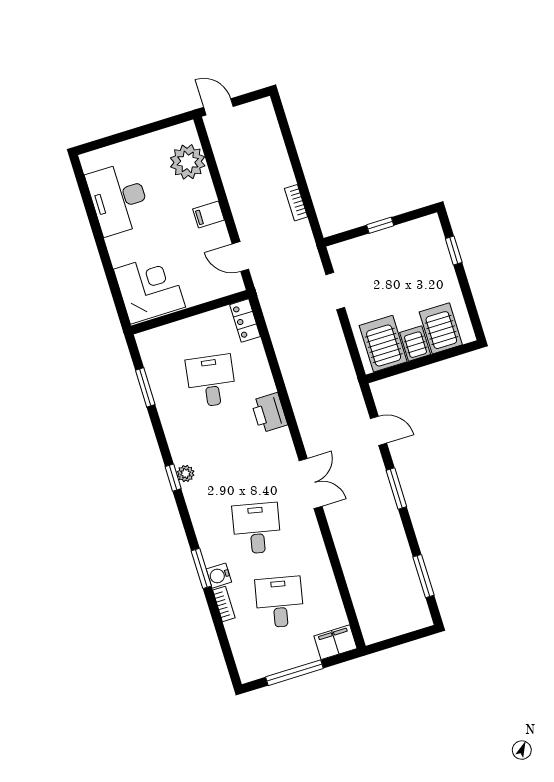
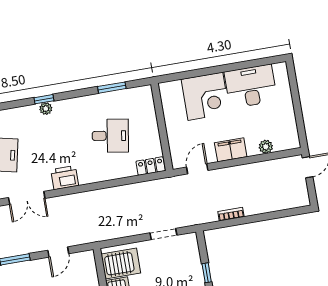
plant: (188, 162) -> (266, 147), width x0.53, depth x0.53
filing cabinet: (209, 215) -> (231, 150), width x2.00
corner desk: (149, 288) -> (205, 96), moved
printer: (269, 413) -> (65, 178), moved

